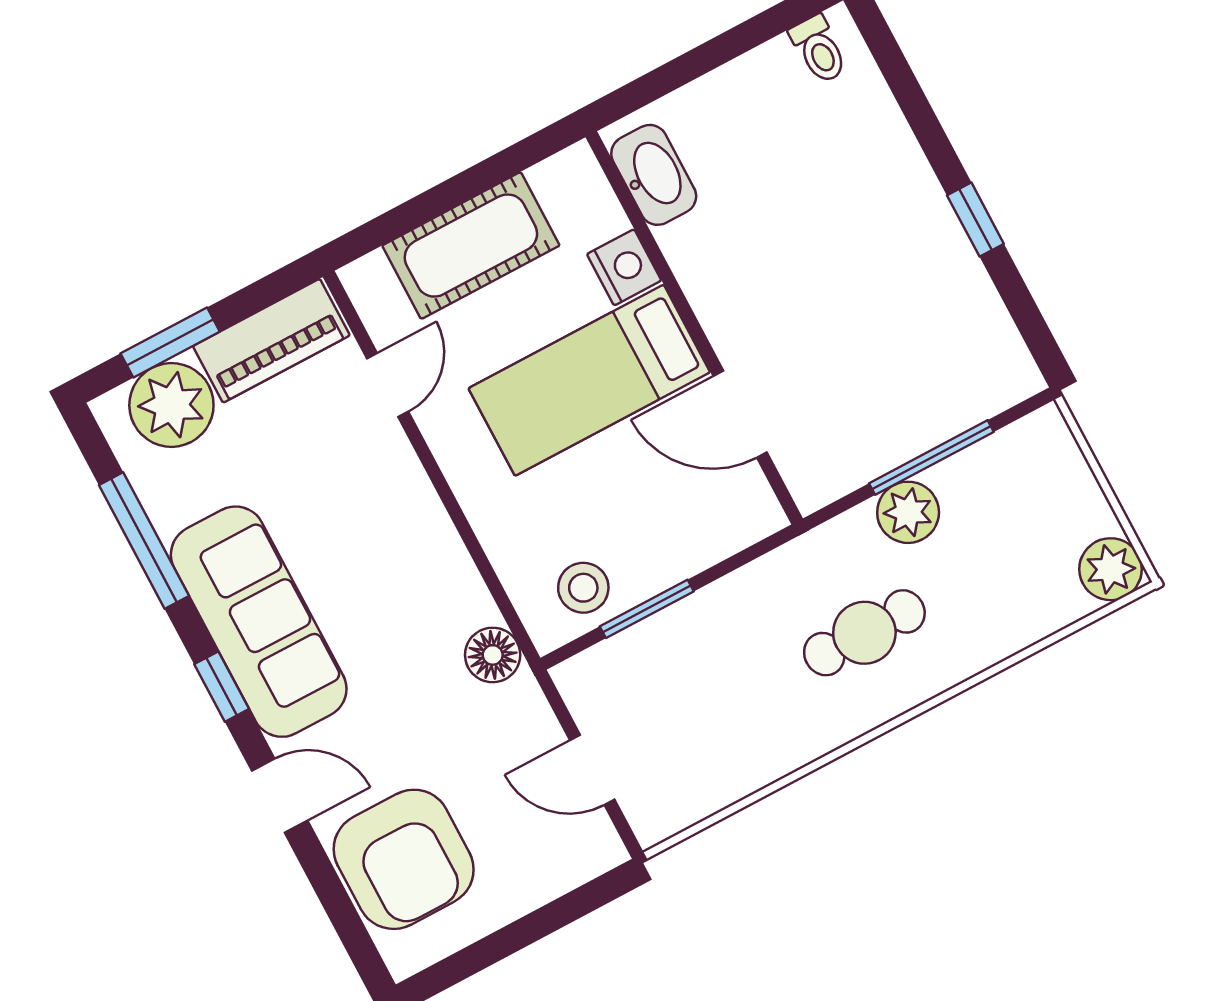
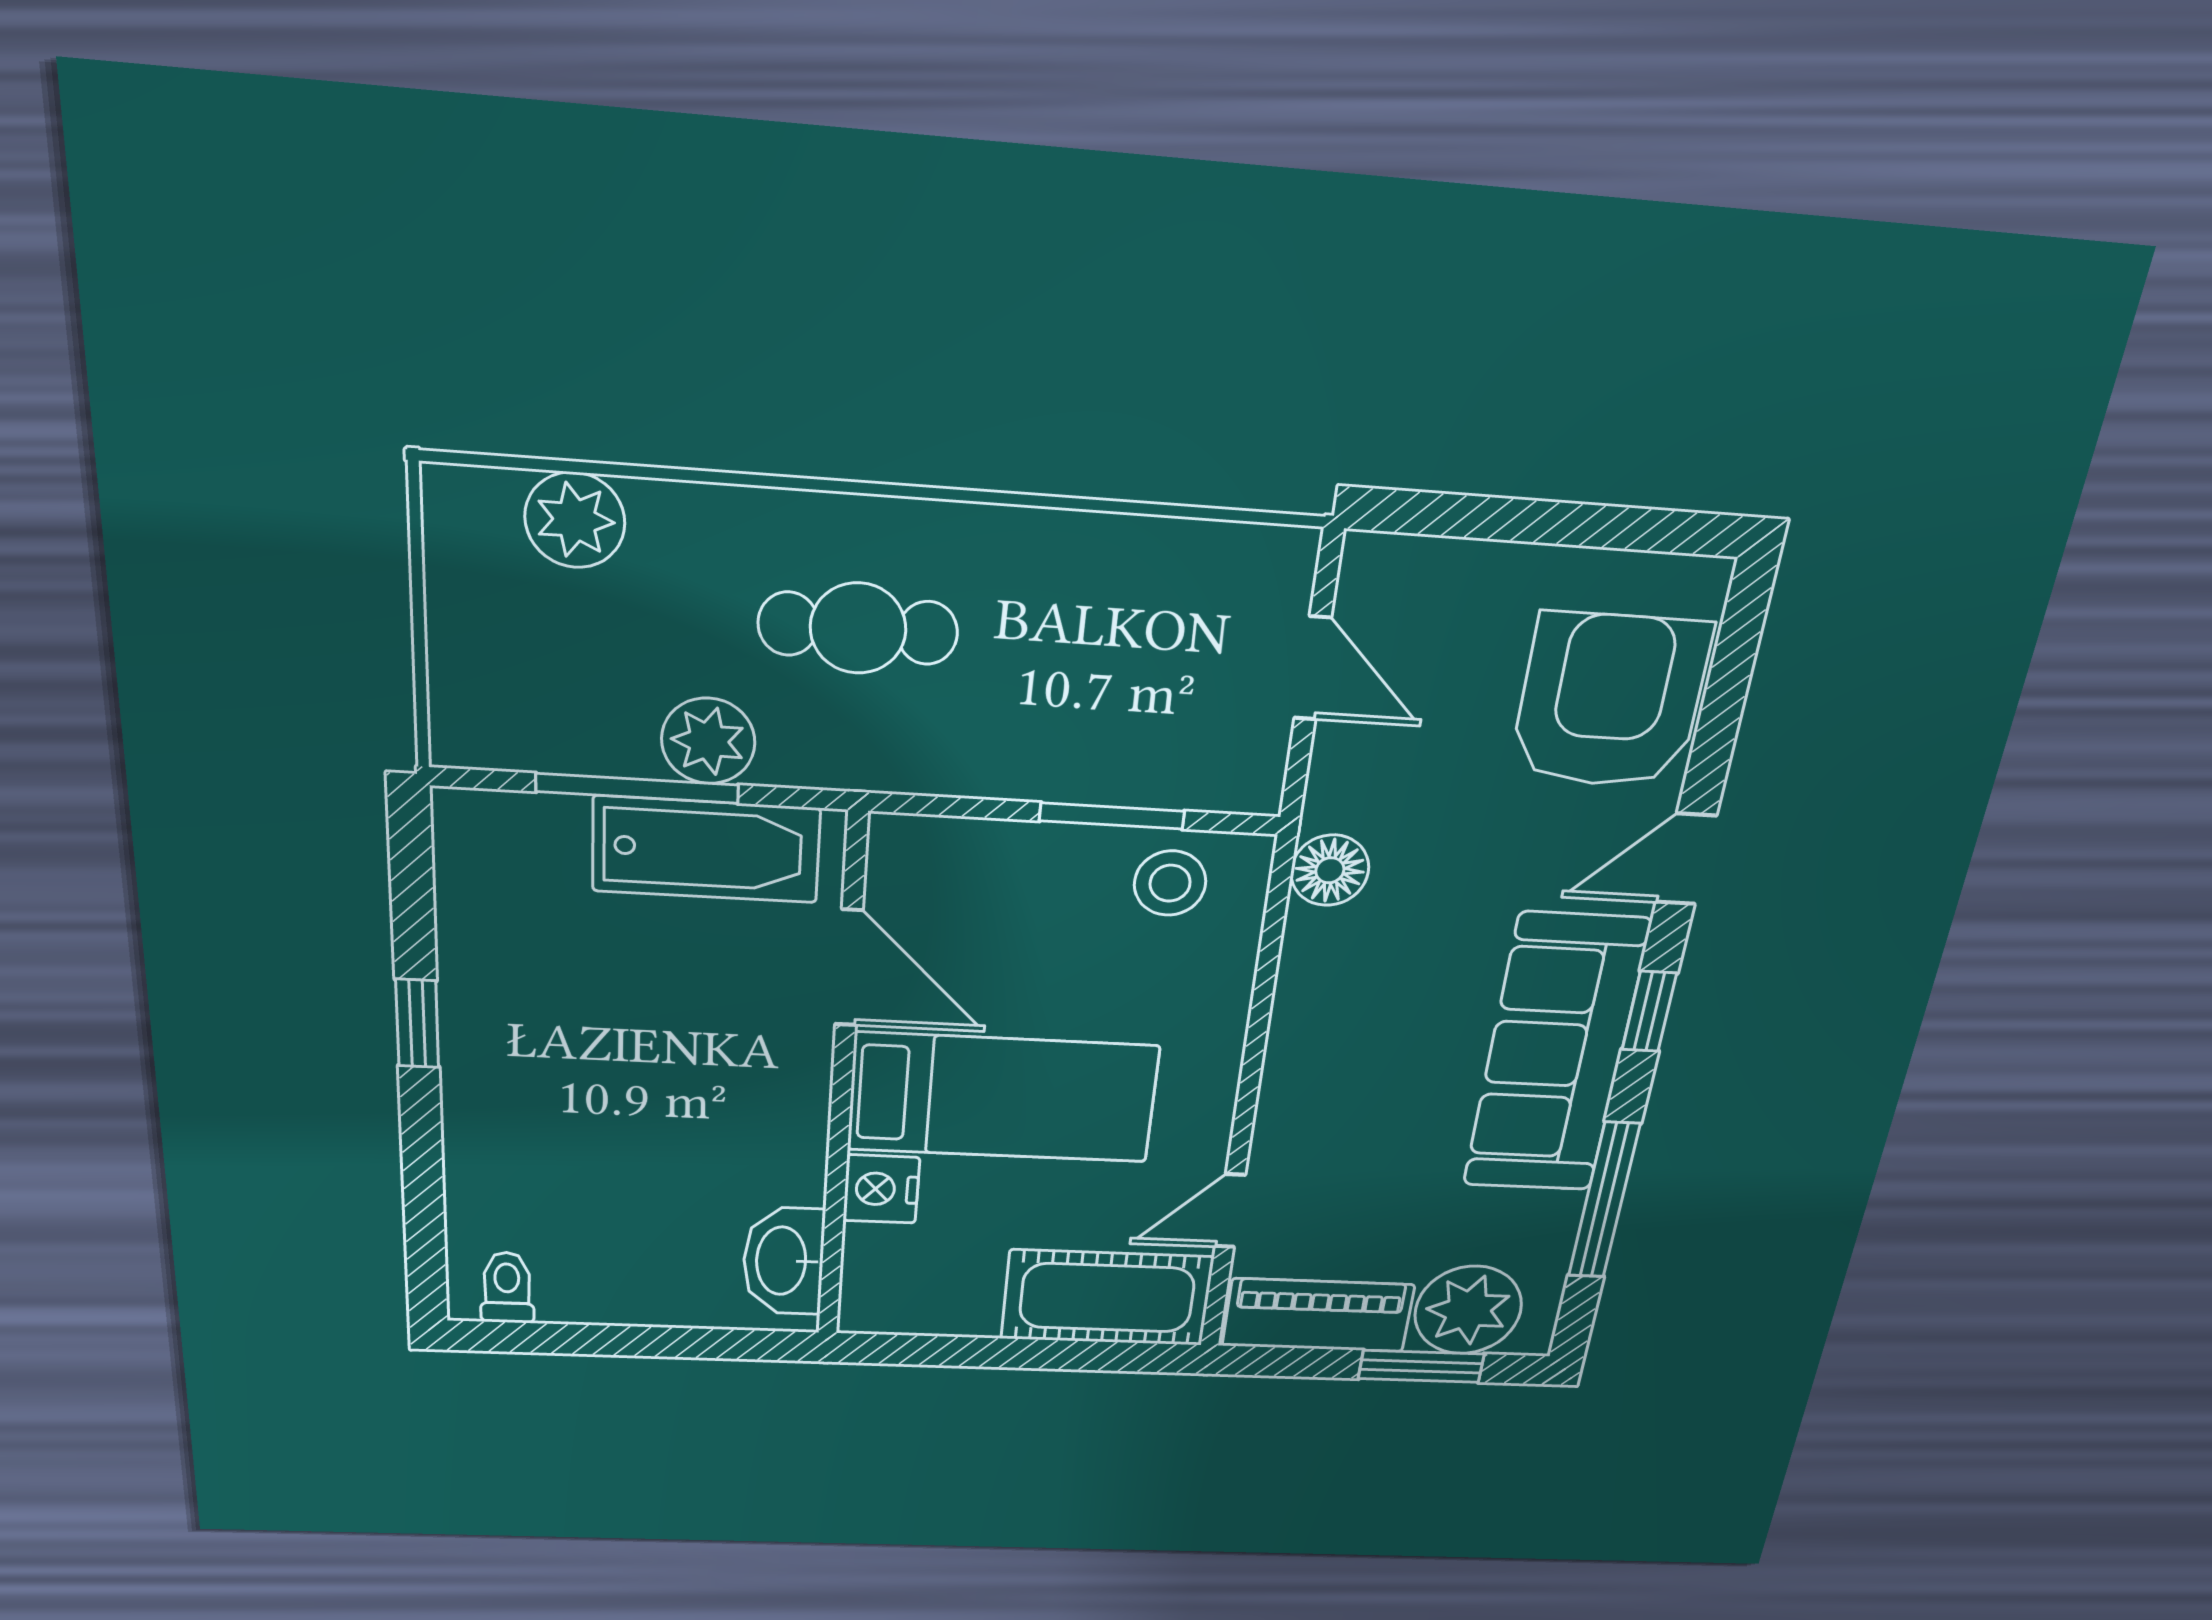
cot: (471, 246) -> (1107, 1298), moved
bathtub: (870, 442) -> (706, 850), added
plant: (1111, 569) -> (575, 520), moved
door: (280, 796) -> (1686, 859), hinge flipped

